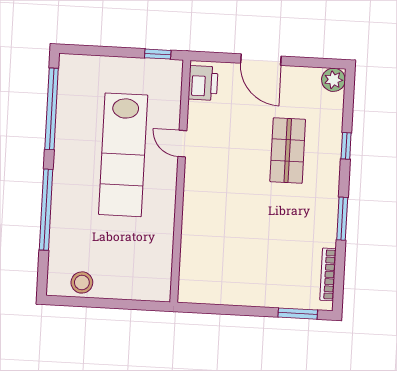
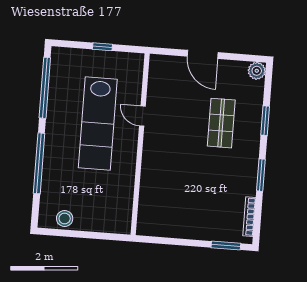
window: (158, 54) -> (102, 47), moved
printer: (203, 83) -> (159, 71), removed
window: (346, 146) -> (265, 121), width x1.50

